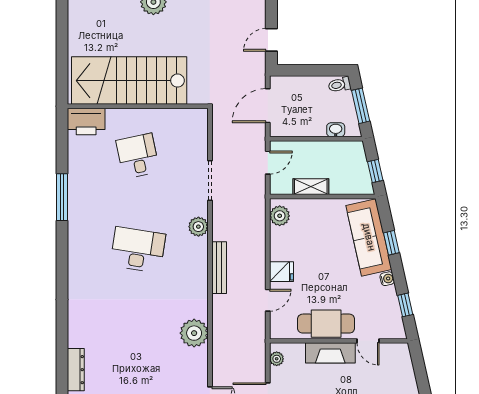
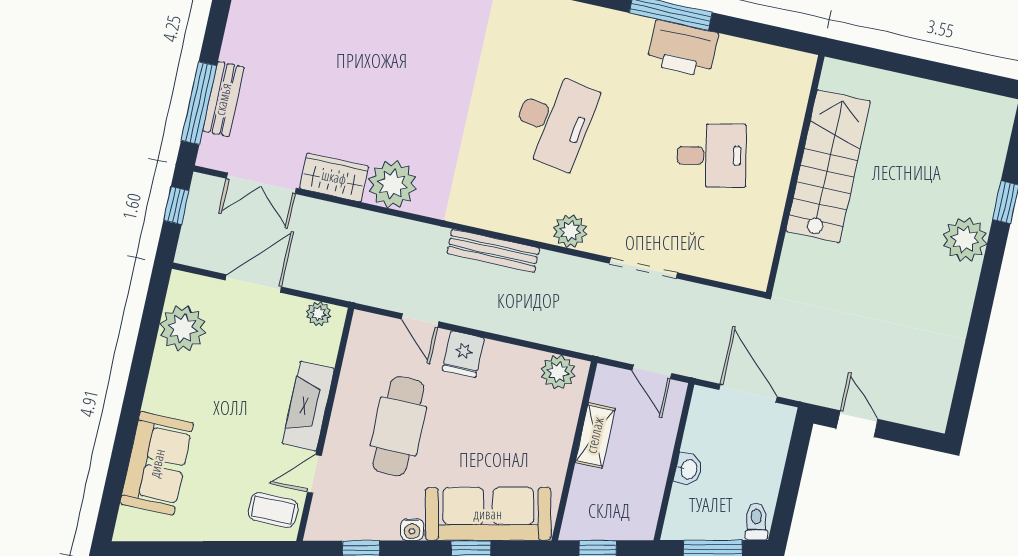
stairs: (129, 81) -> (828, 166), width x0.73, depth x0.66
printer: (86, 122) -> (683, 49), moved, turned -90
washbasin: (336, 130) -> (688, 469), moved
cafe table: (326, 324) -> (398, 426), moved
coffee table: (394, 360) -> (273, 510), added
wardrobe: (198, 367) -> (334, 177), added

